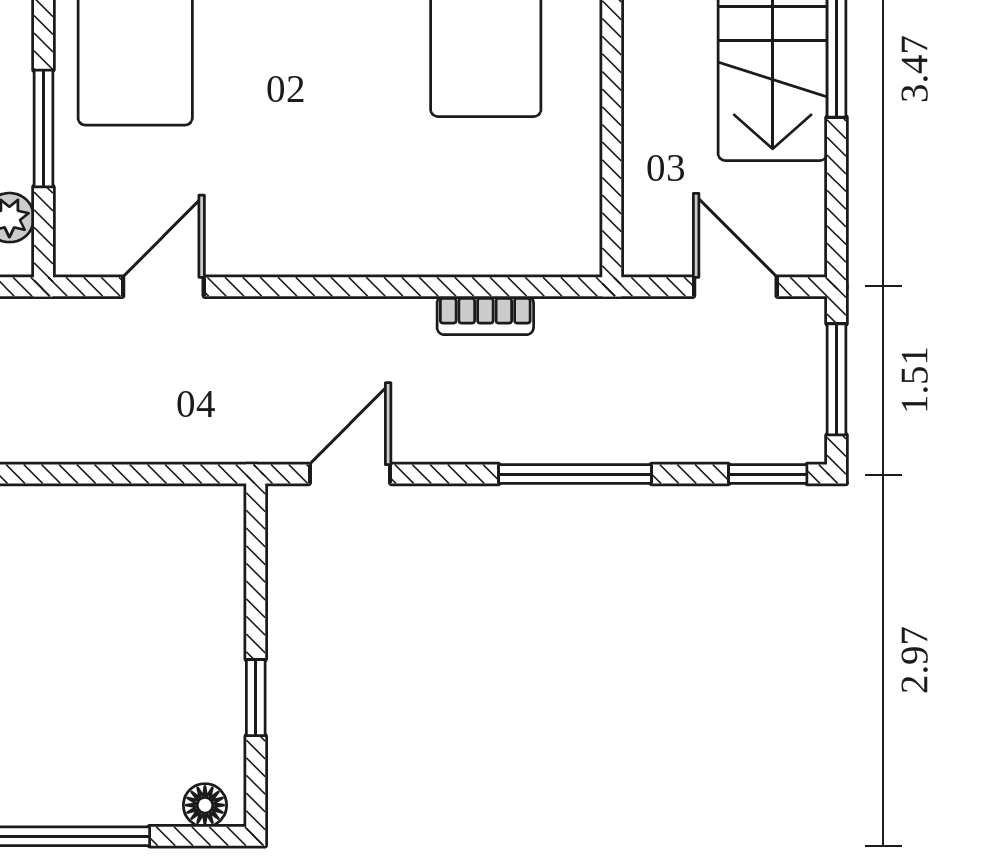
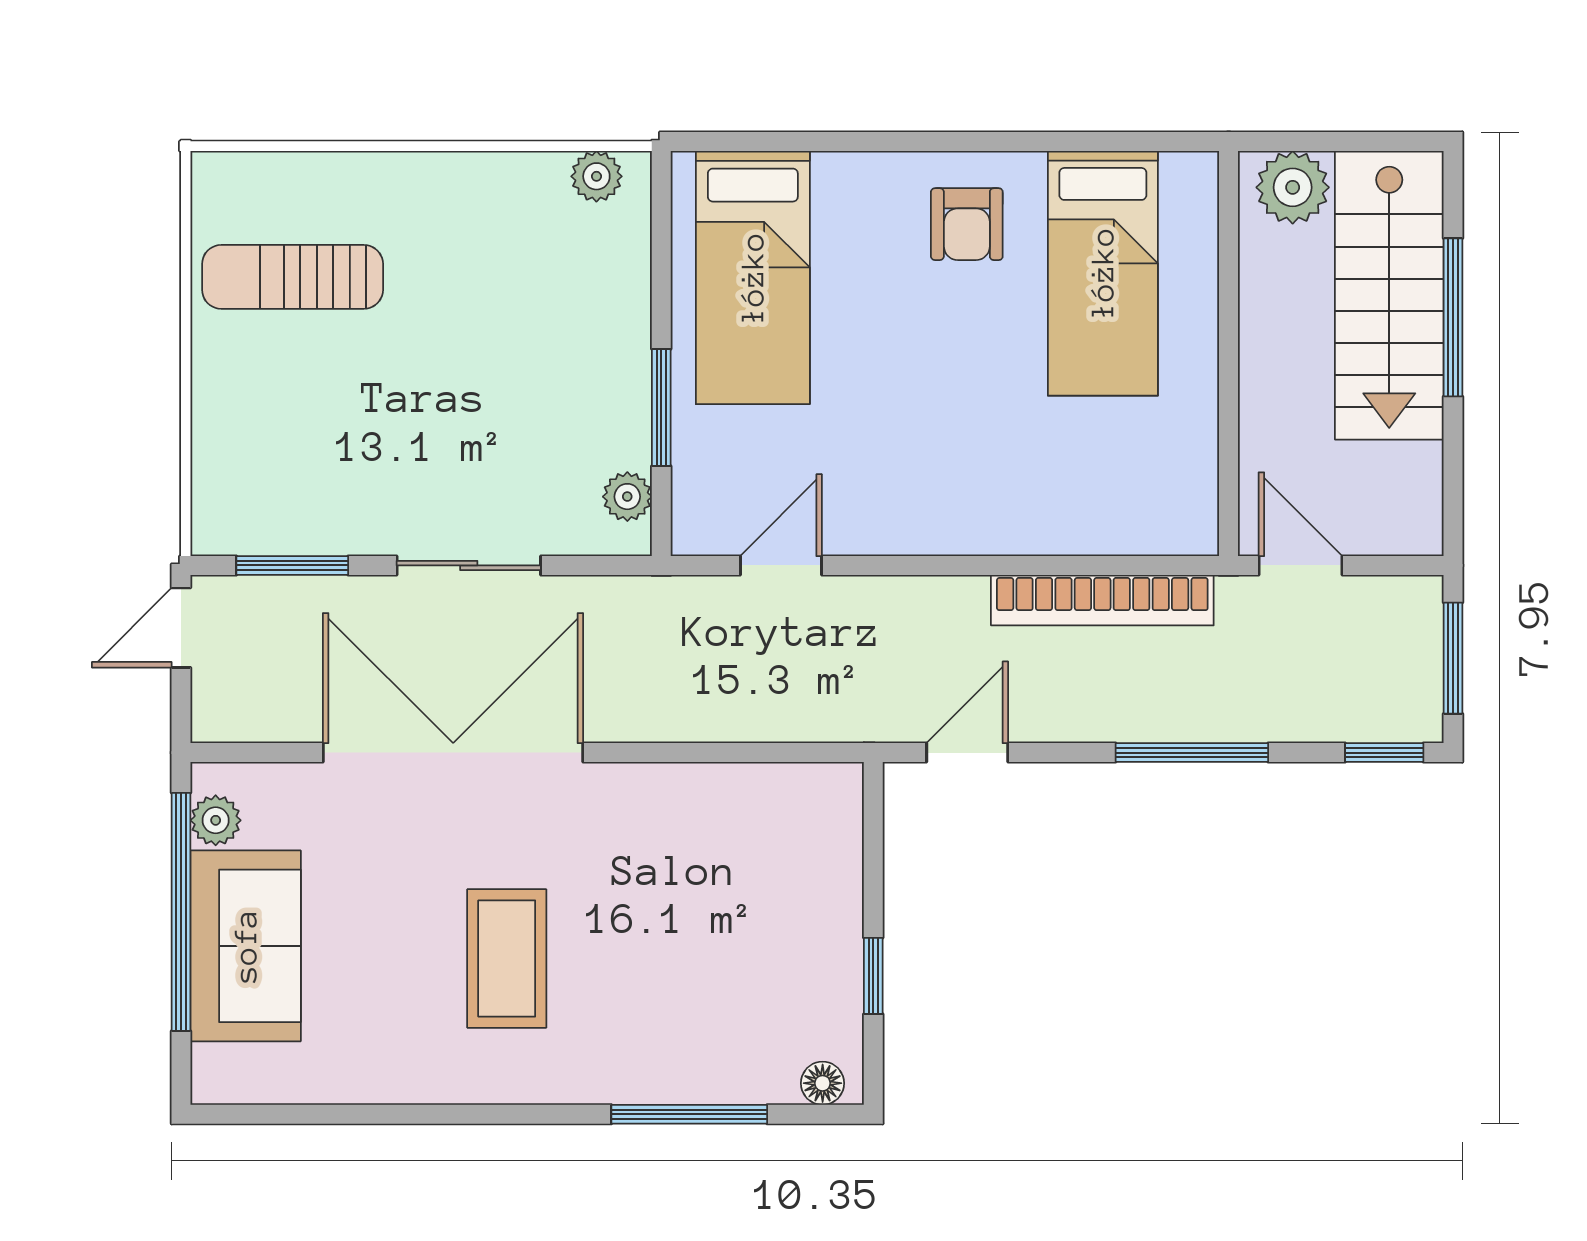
door: (735, 287) -> (1301, 565), moved
bookcase: (485, 315) -> (1102, 600), width x2.31, depth x1.31

